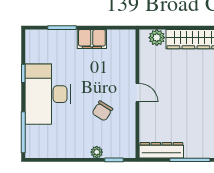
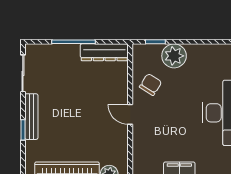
chair: (102, 111) -> (151, 84), moved
plant: (97, 152) -> (174, 56), width x1.88, depth x1.88

